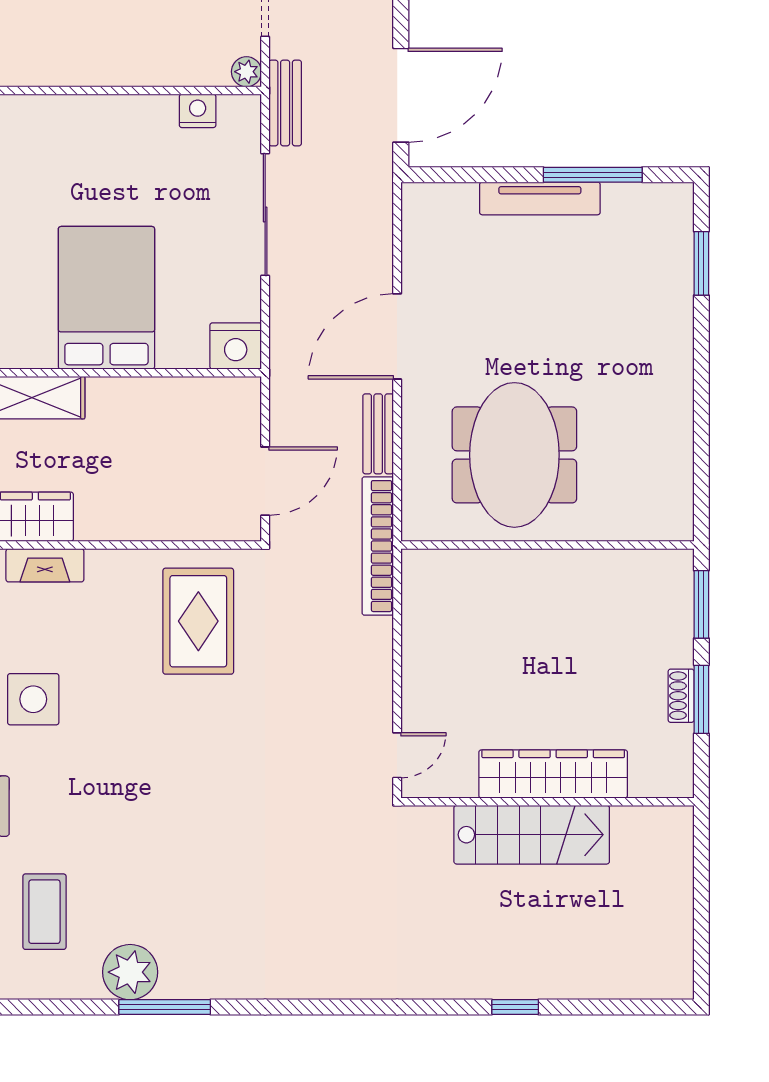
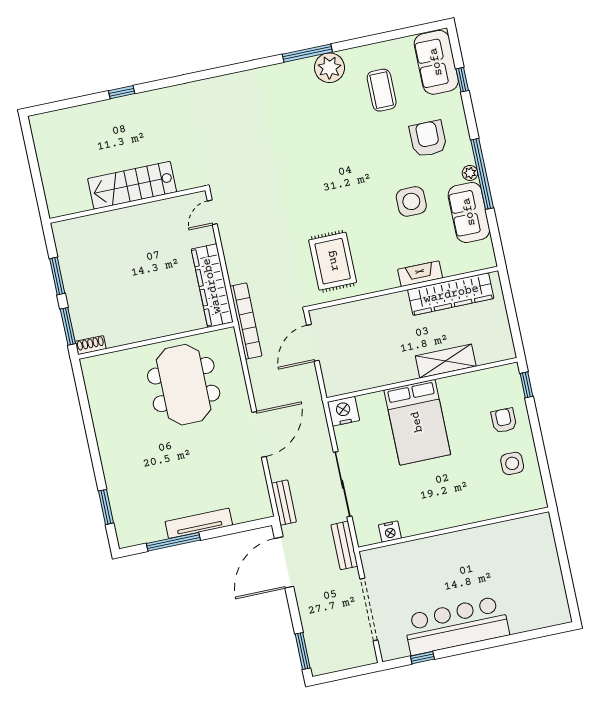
plant: (246, 72) -> (368, 558), removed
bench: (378, 434) -> (284, 503), moved
shoe rack: (681, 696) -> (91, 345), moved, turned -90
wardrobe: (553, 774) -> (212, 286), moved, turned 90

